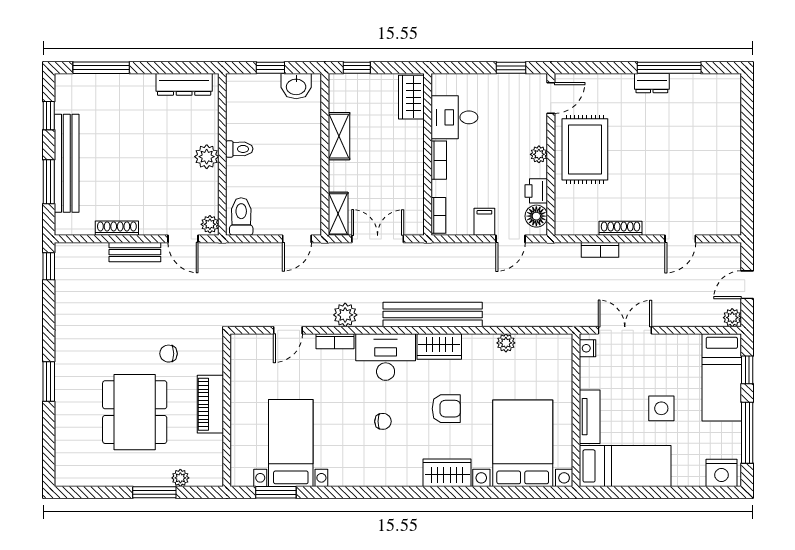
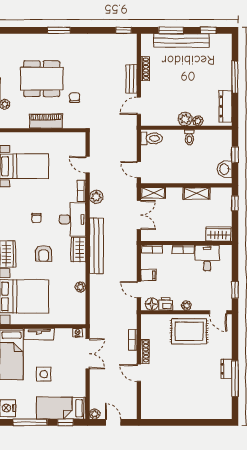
window: (101, 68) -> (235, 77), moved
plant: (210, 224) -> (198, 121), moved
door: (680, 239) -> (139, 373), moved

